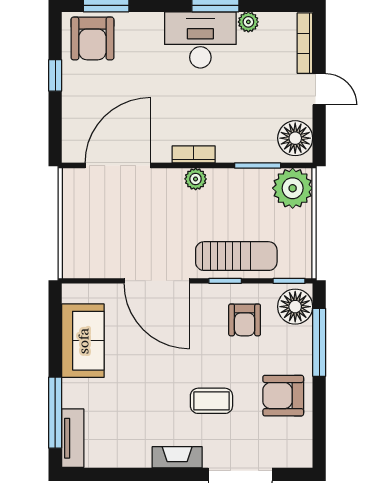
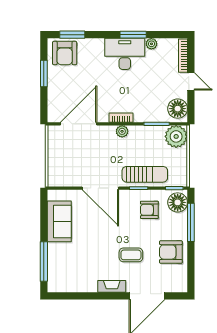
window: (55, 75) -> (44, 74), width x1.50
armchair: (245, 320) -> (149, 210), turned 90
tv unit: (73, 438) -> (54, 276), removed

